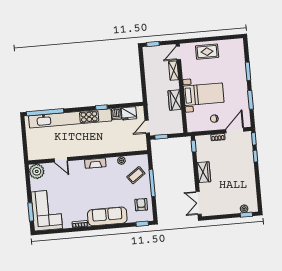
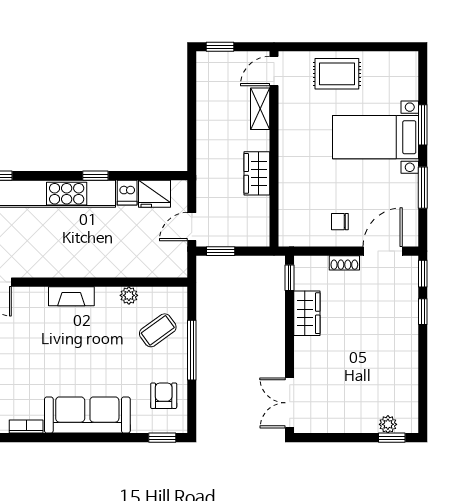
bed with nightstands: (204, 94) -> (375, 137), moved, turned 180
wardrobe: (204, 172) -> (307, 313), moved

